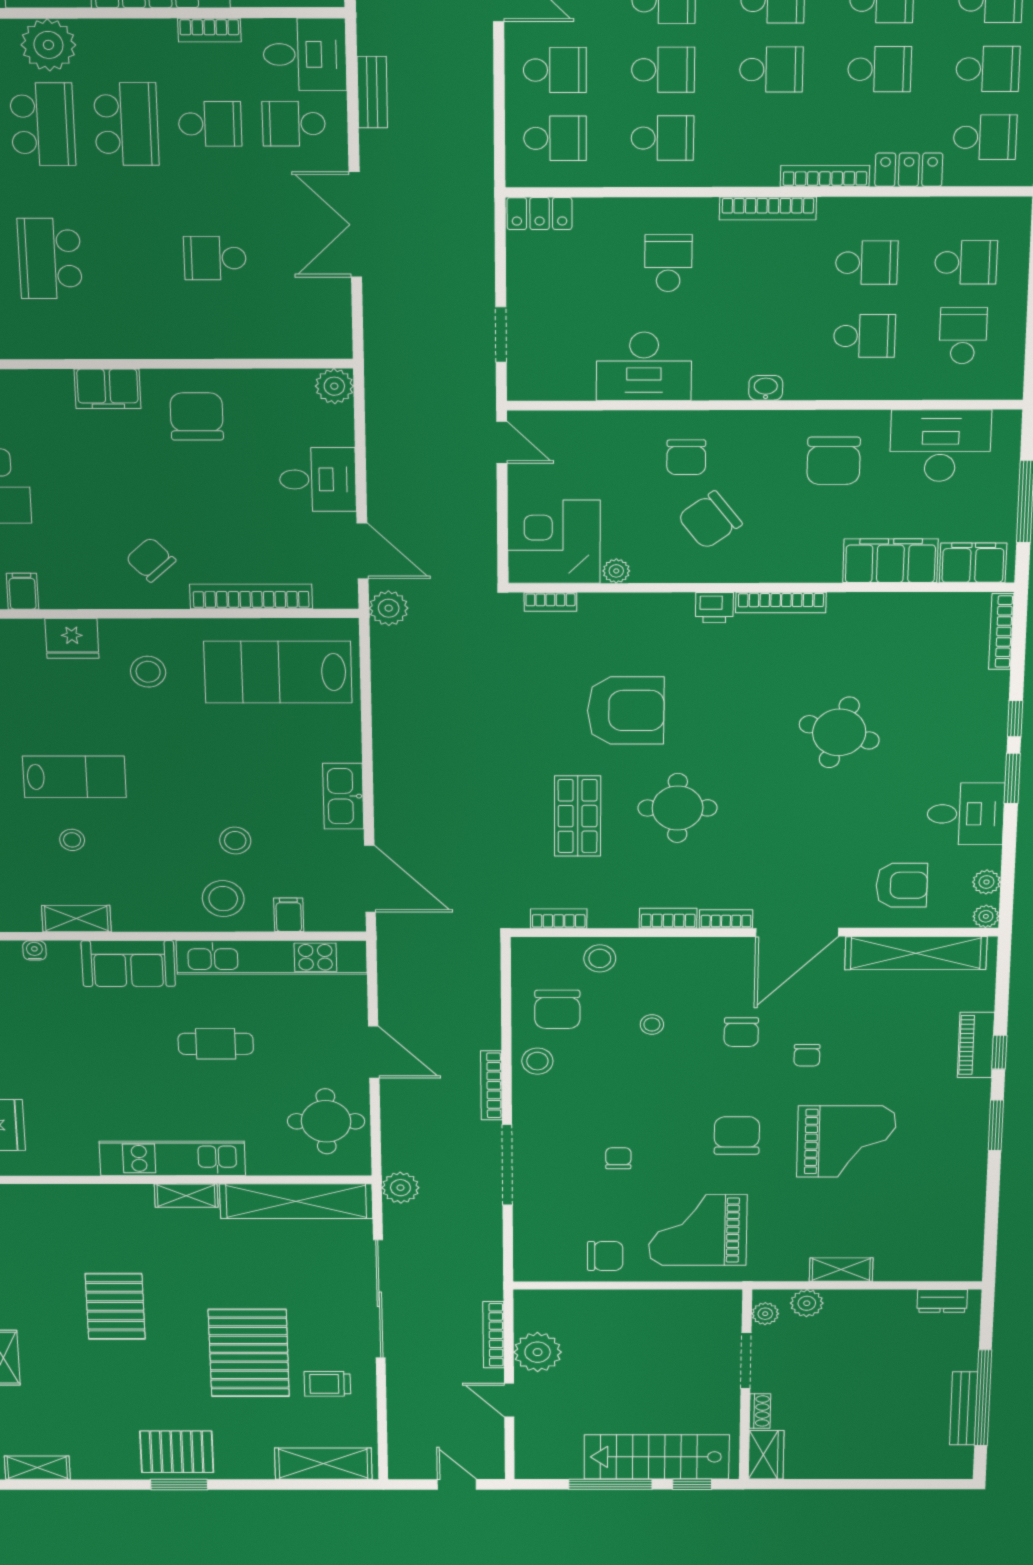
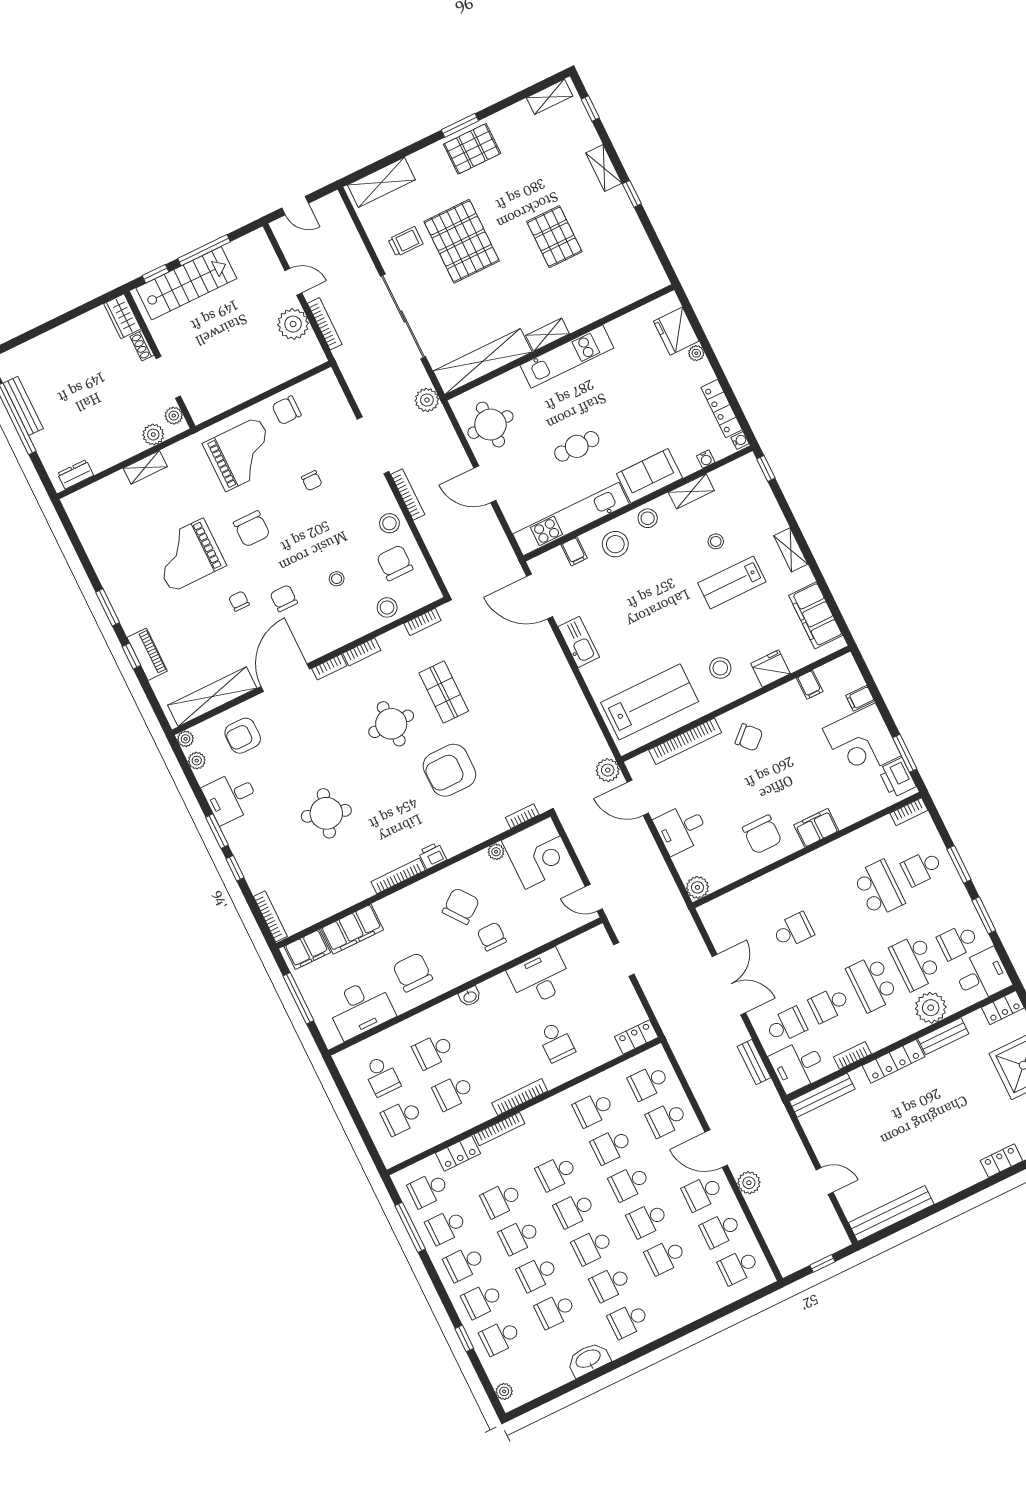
stool: (235, 841) -> (648, 518), moved

